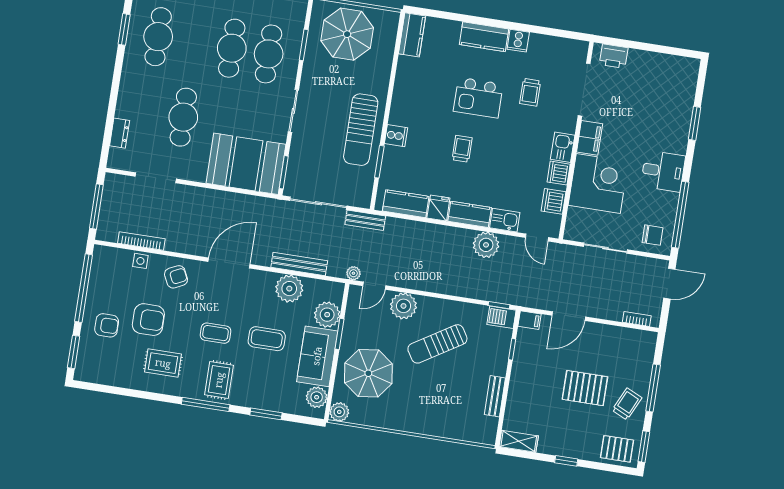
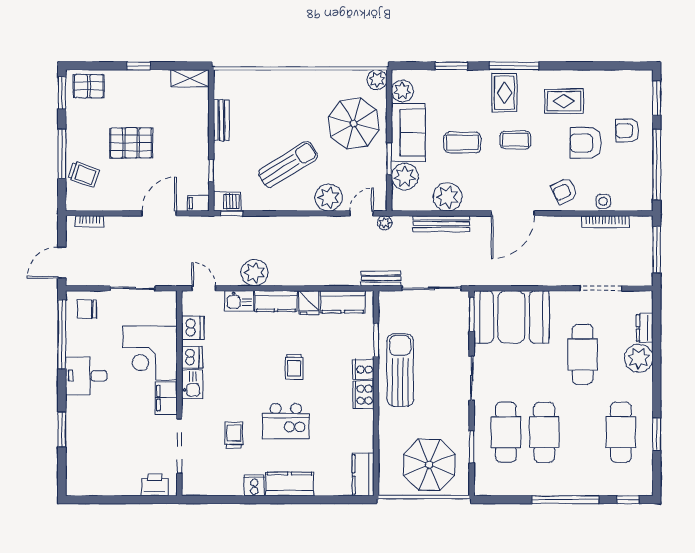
kitchen island: (478, 98) -> (286, 421), turned 180
plant: (130, 105) -> (639, 358), added
cooker: (400, 111) -> (363, 395), added
trolley: (627, 404) -> (84, 174), moved, turned -96

